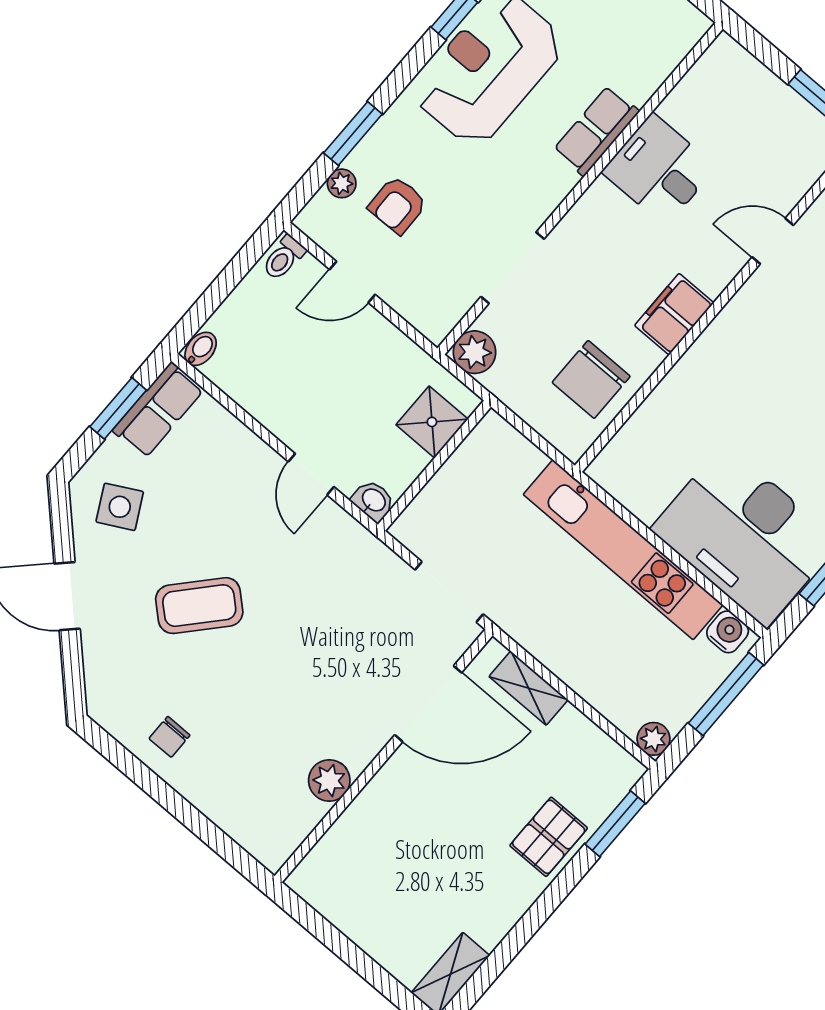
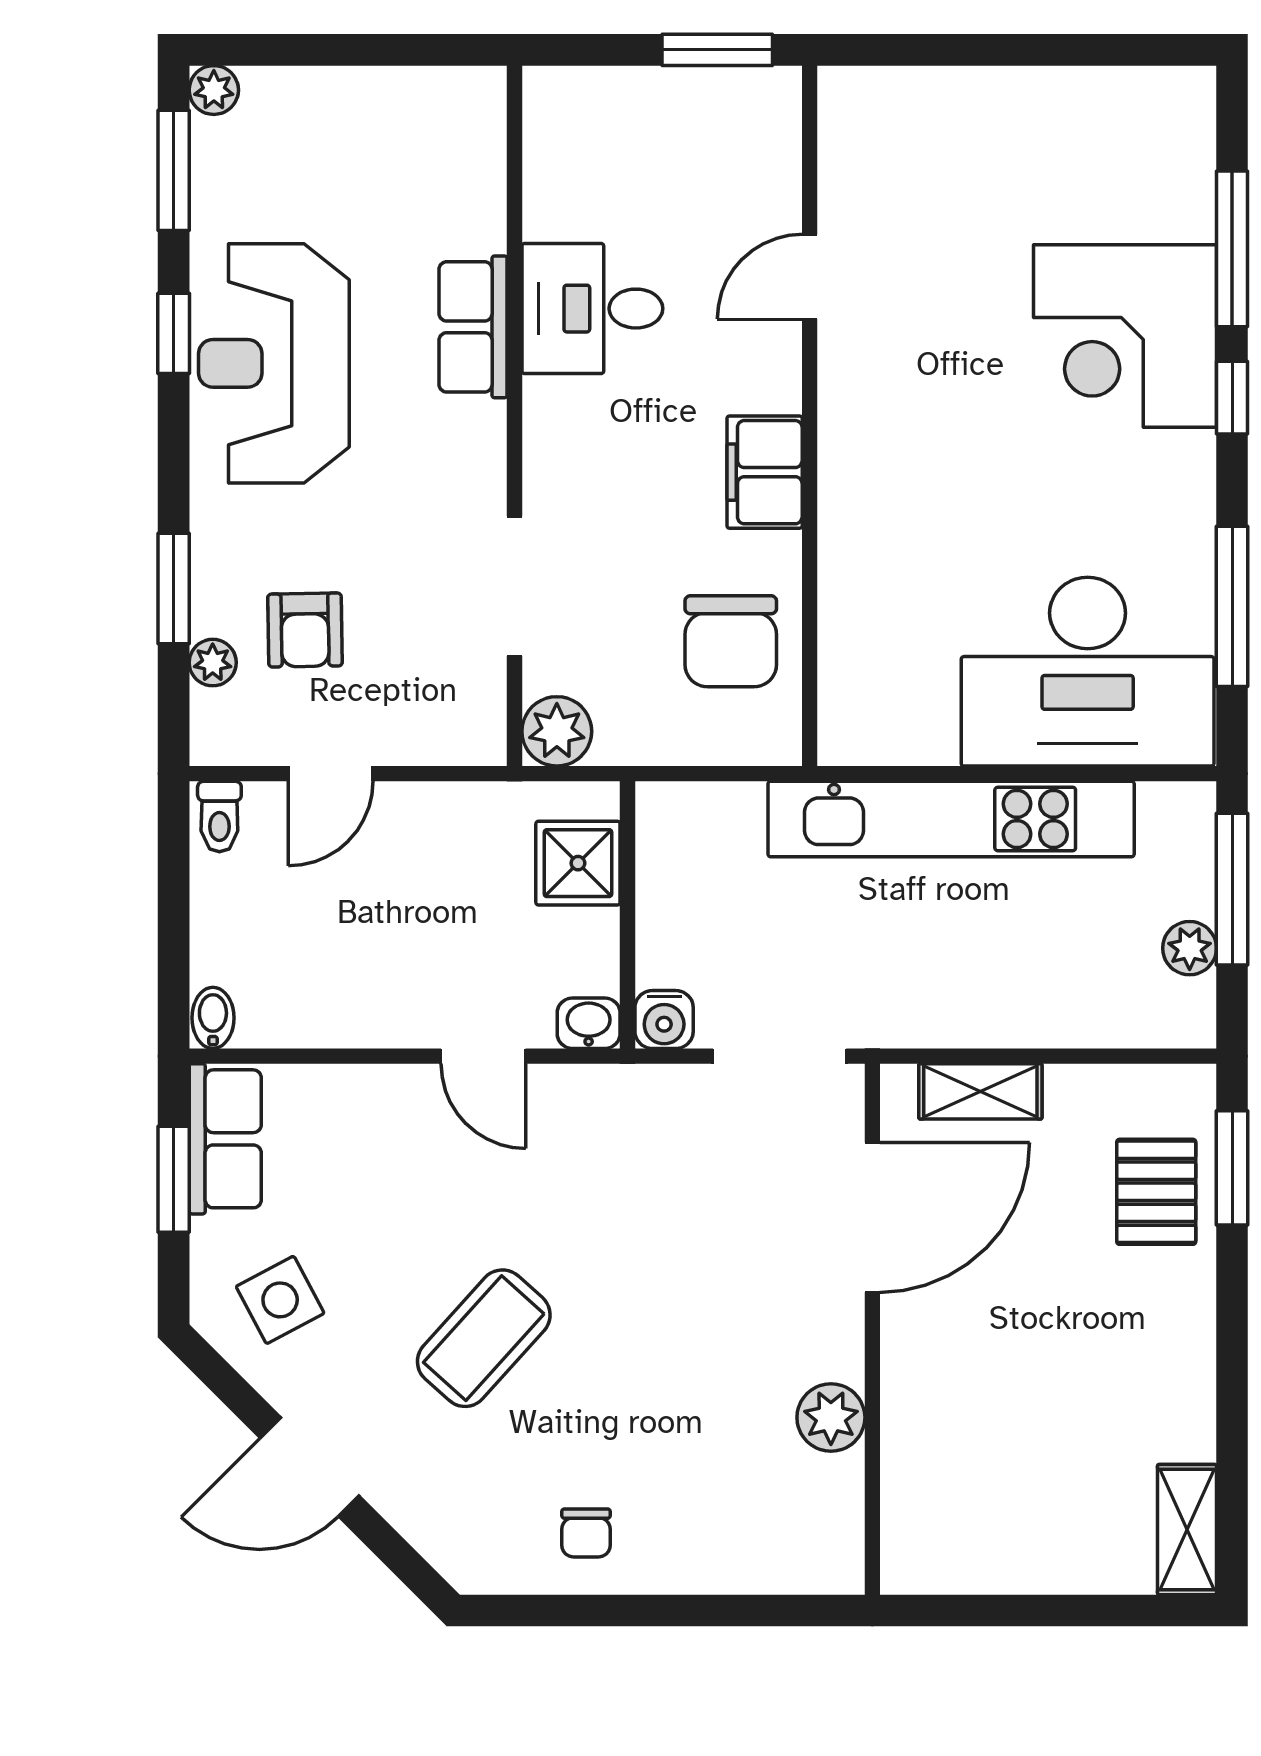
water cooler: (728, 632) -> (664, 1020), moved, turned 180
plant: (653, 739) -> (1190, 948), moved
pallet: (549, 837) -> (1156, 1192), moved

